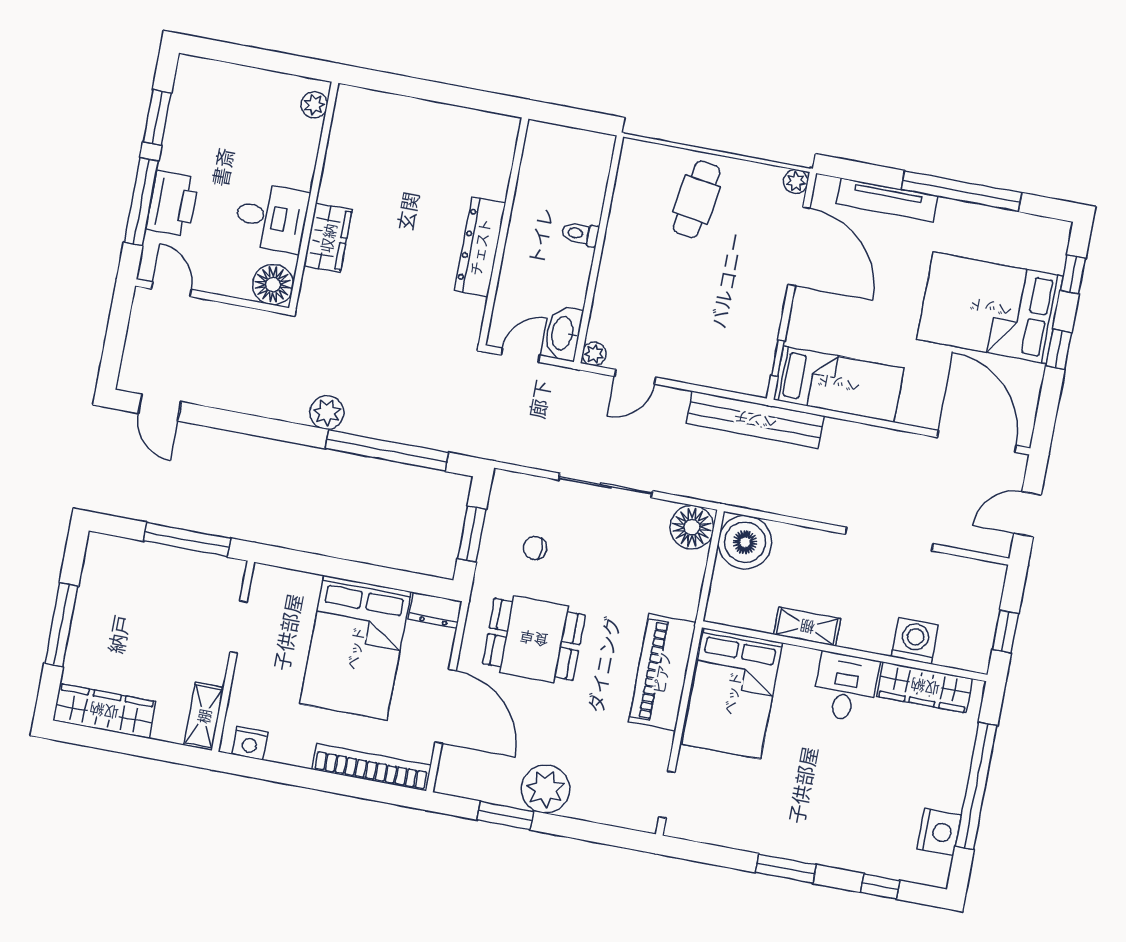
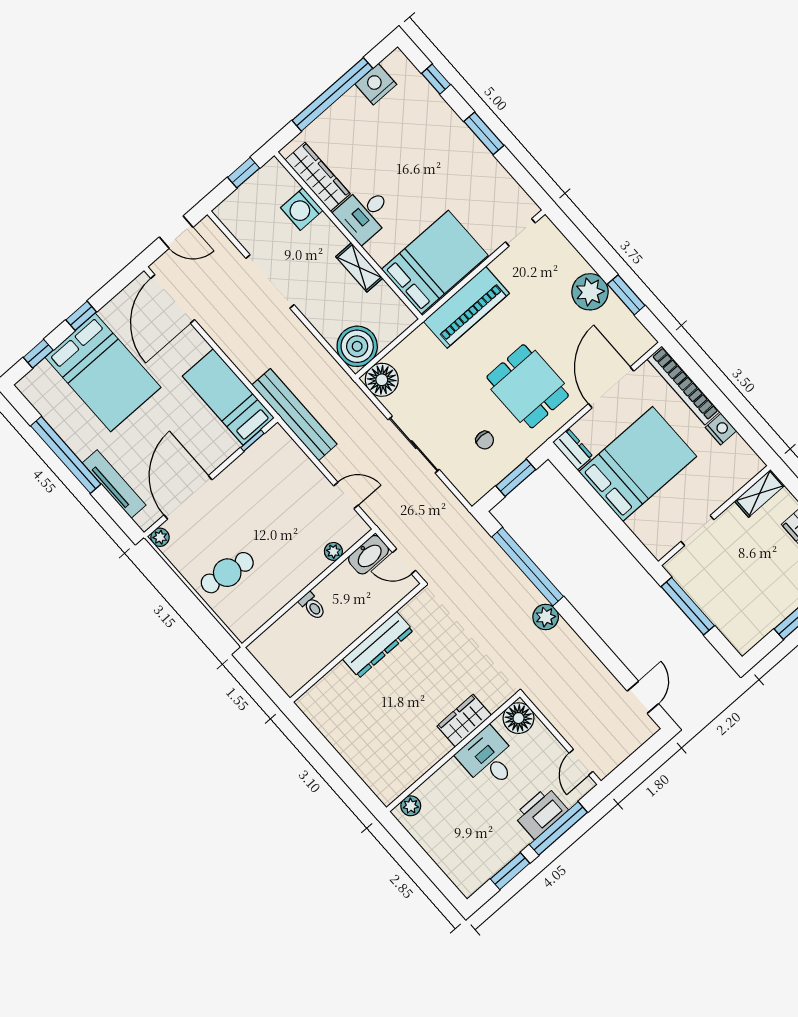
plant: (594, 354) -> (333, 551), moved
nightstand: (250, 743) -> (721, 429), moved

